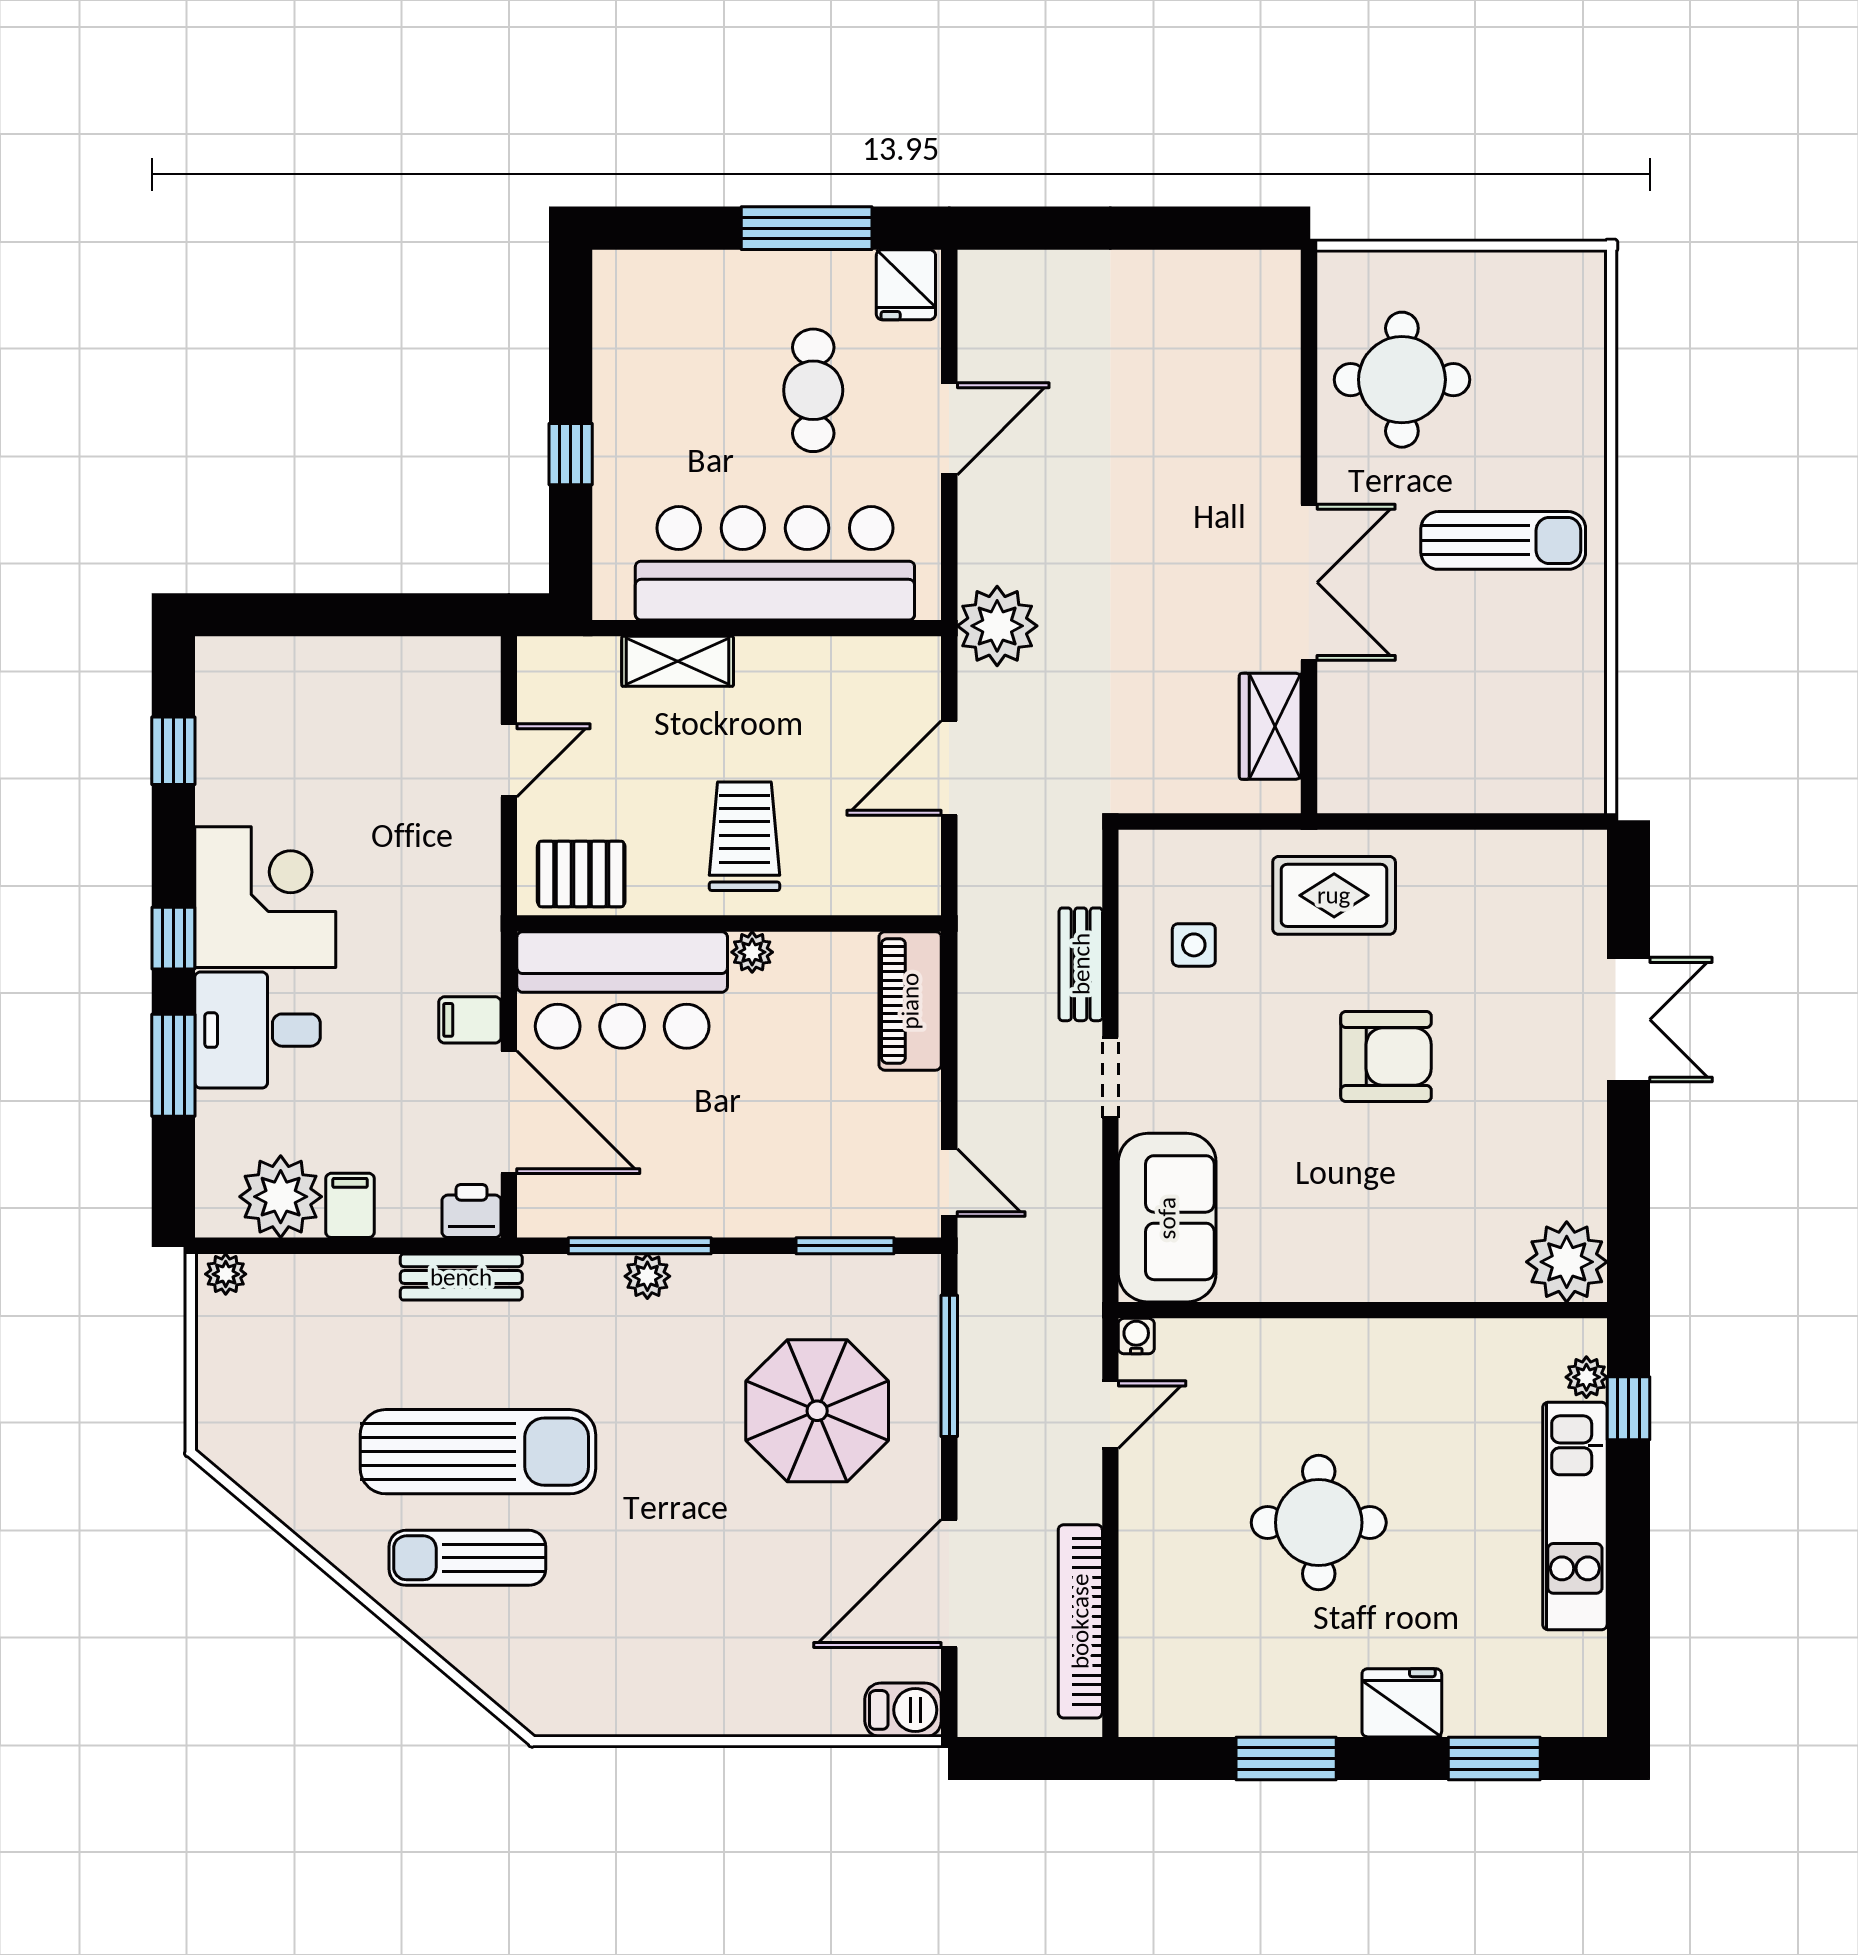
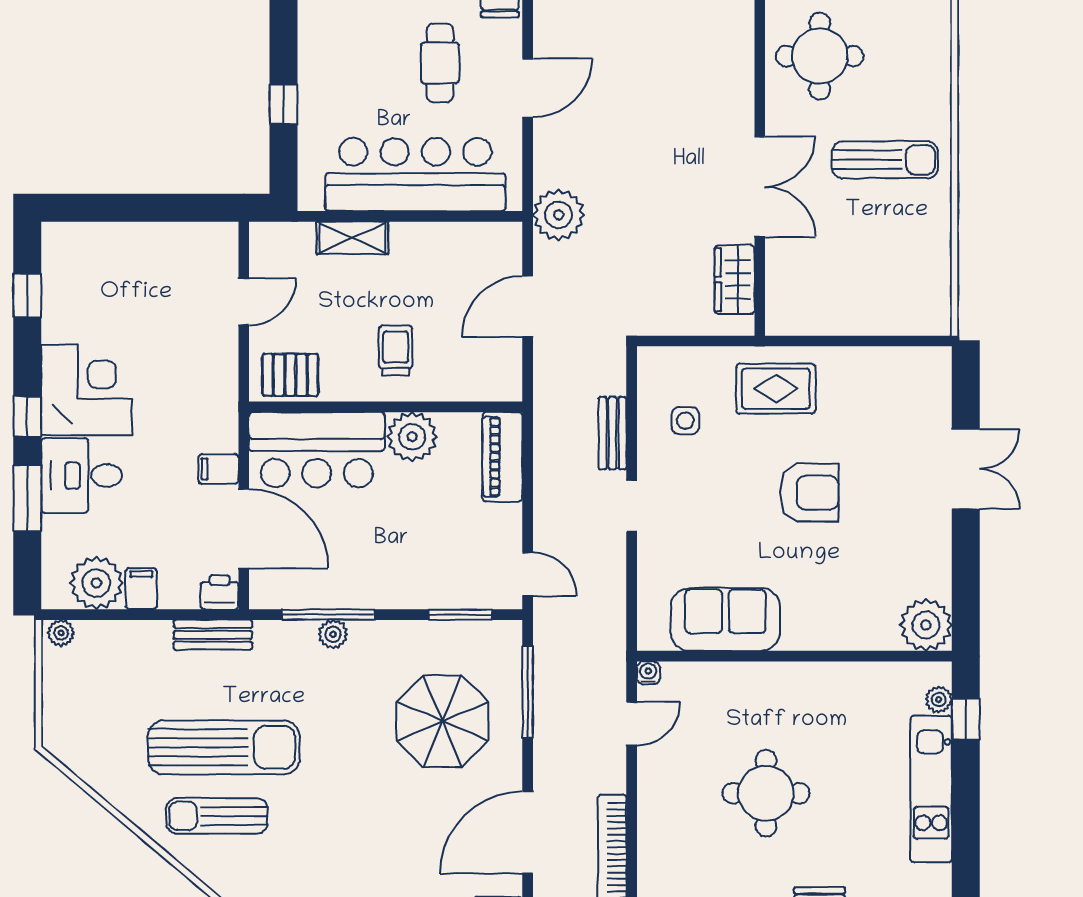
trolley: (744, 836) -> (396, 351), width x0.73, depth x0.72
plant: (752, 952) -> (412, 437), width x1.88, depth x1.88
sofa: (1167, 1218) -> (725, 620), moved, turned -90

